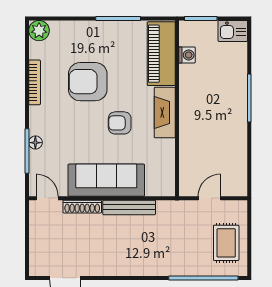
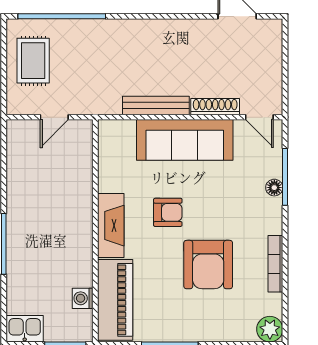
armchair: (88, 82) -> (208, 265), turned 90

